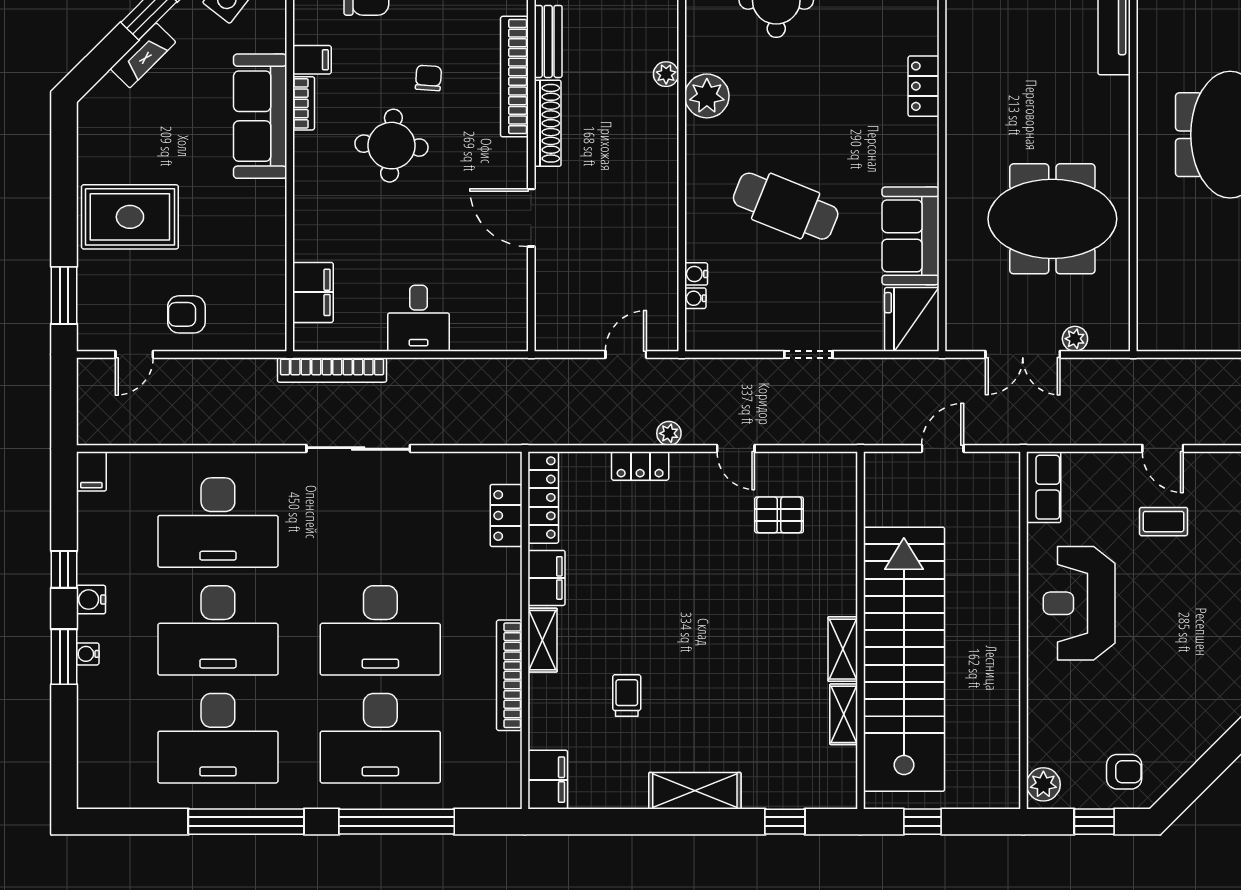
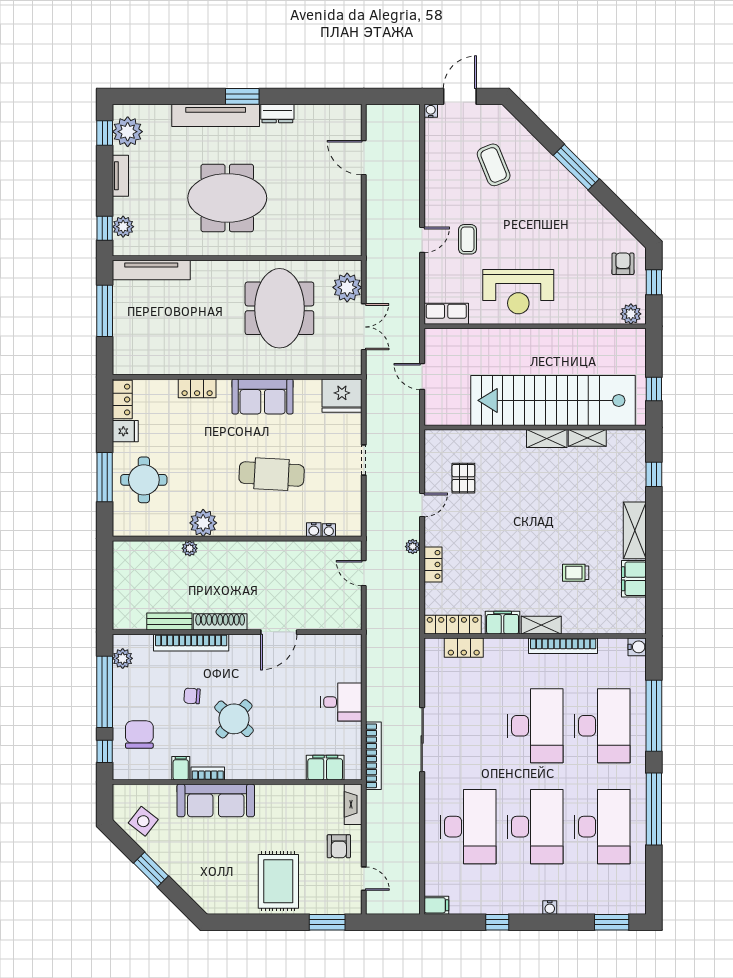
fireplace: (143, 55) -> (353, 804), moved, turned -135
round table: (391, 146) -> (234, 719), turned 38
cafe table: (786, 206) -> (272, 474), turned 71
sofa: (911, 236) -> (263, 396), moved
plant: (1075, 339) -> (347, 287), width x1.87, depth x1.87
water cooler: (91, 600) -> (637, 647), moved, turned -90
window: (64, 657) -> (612, 922), moved
filing cabinet: (548, 780) -> (634, 579), moved, turned -90

